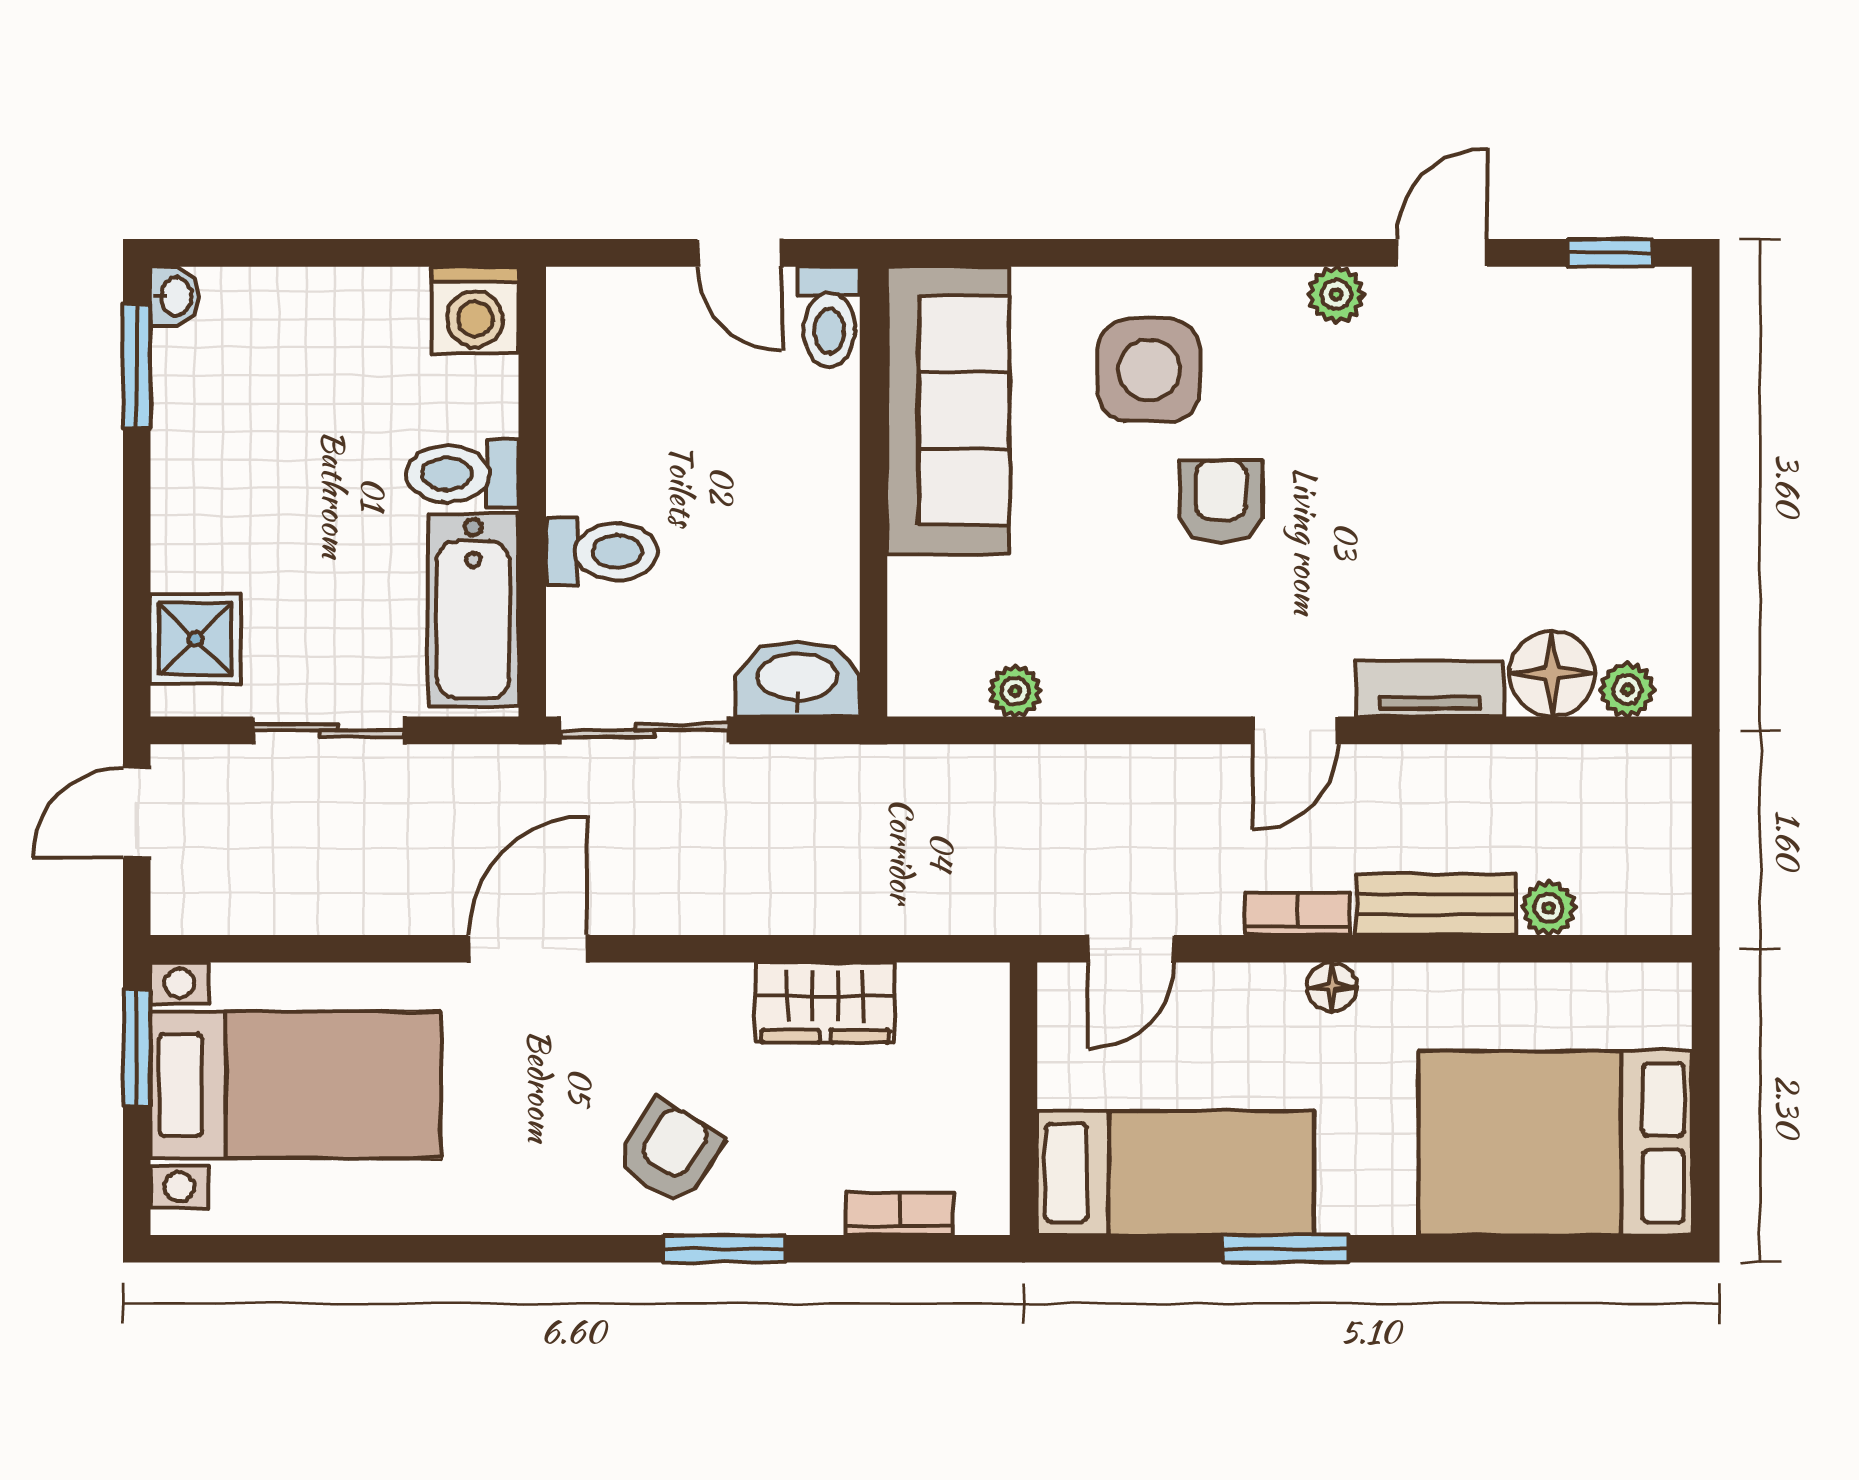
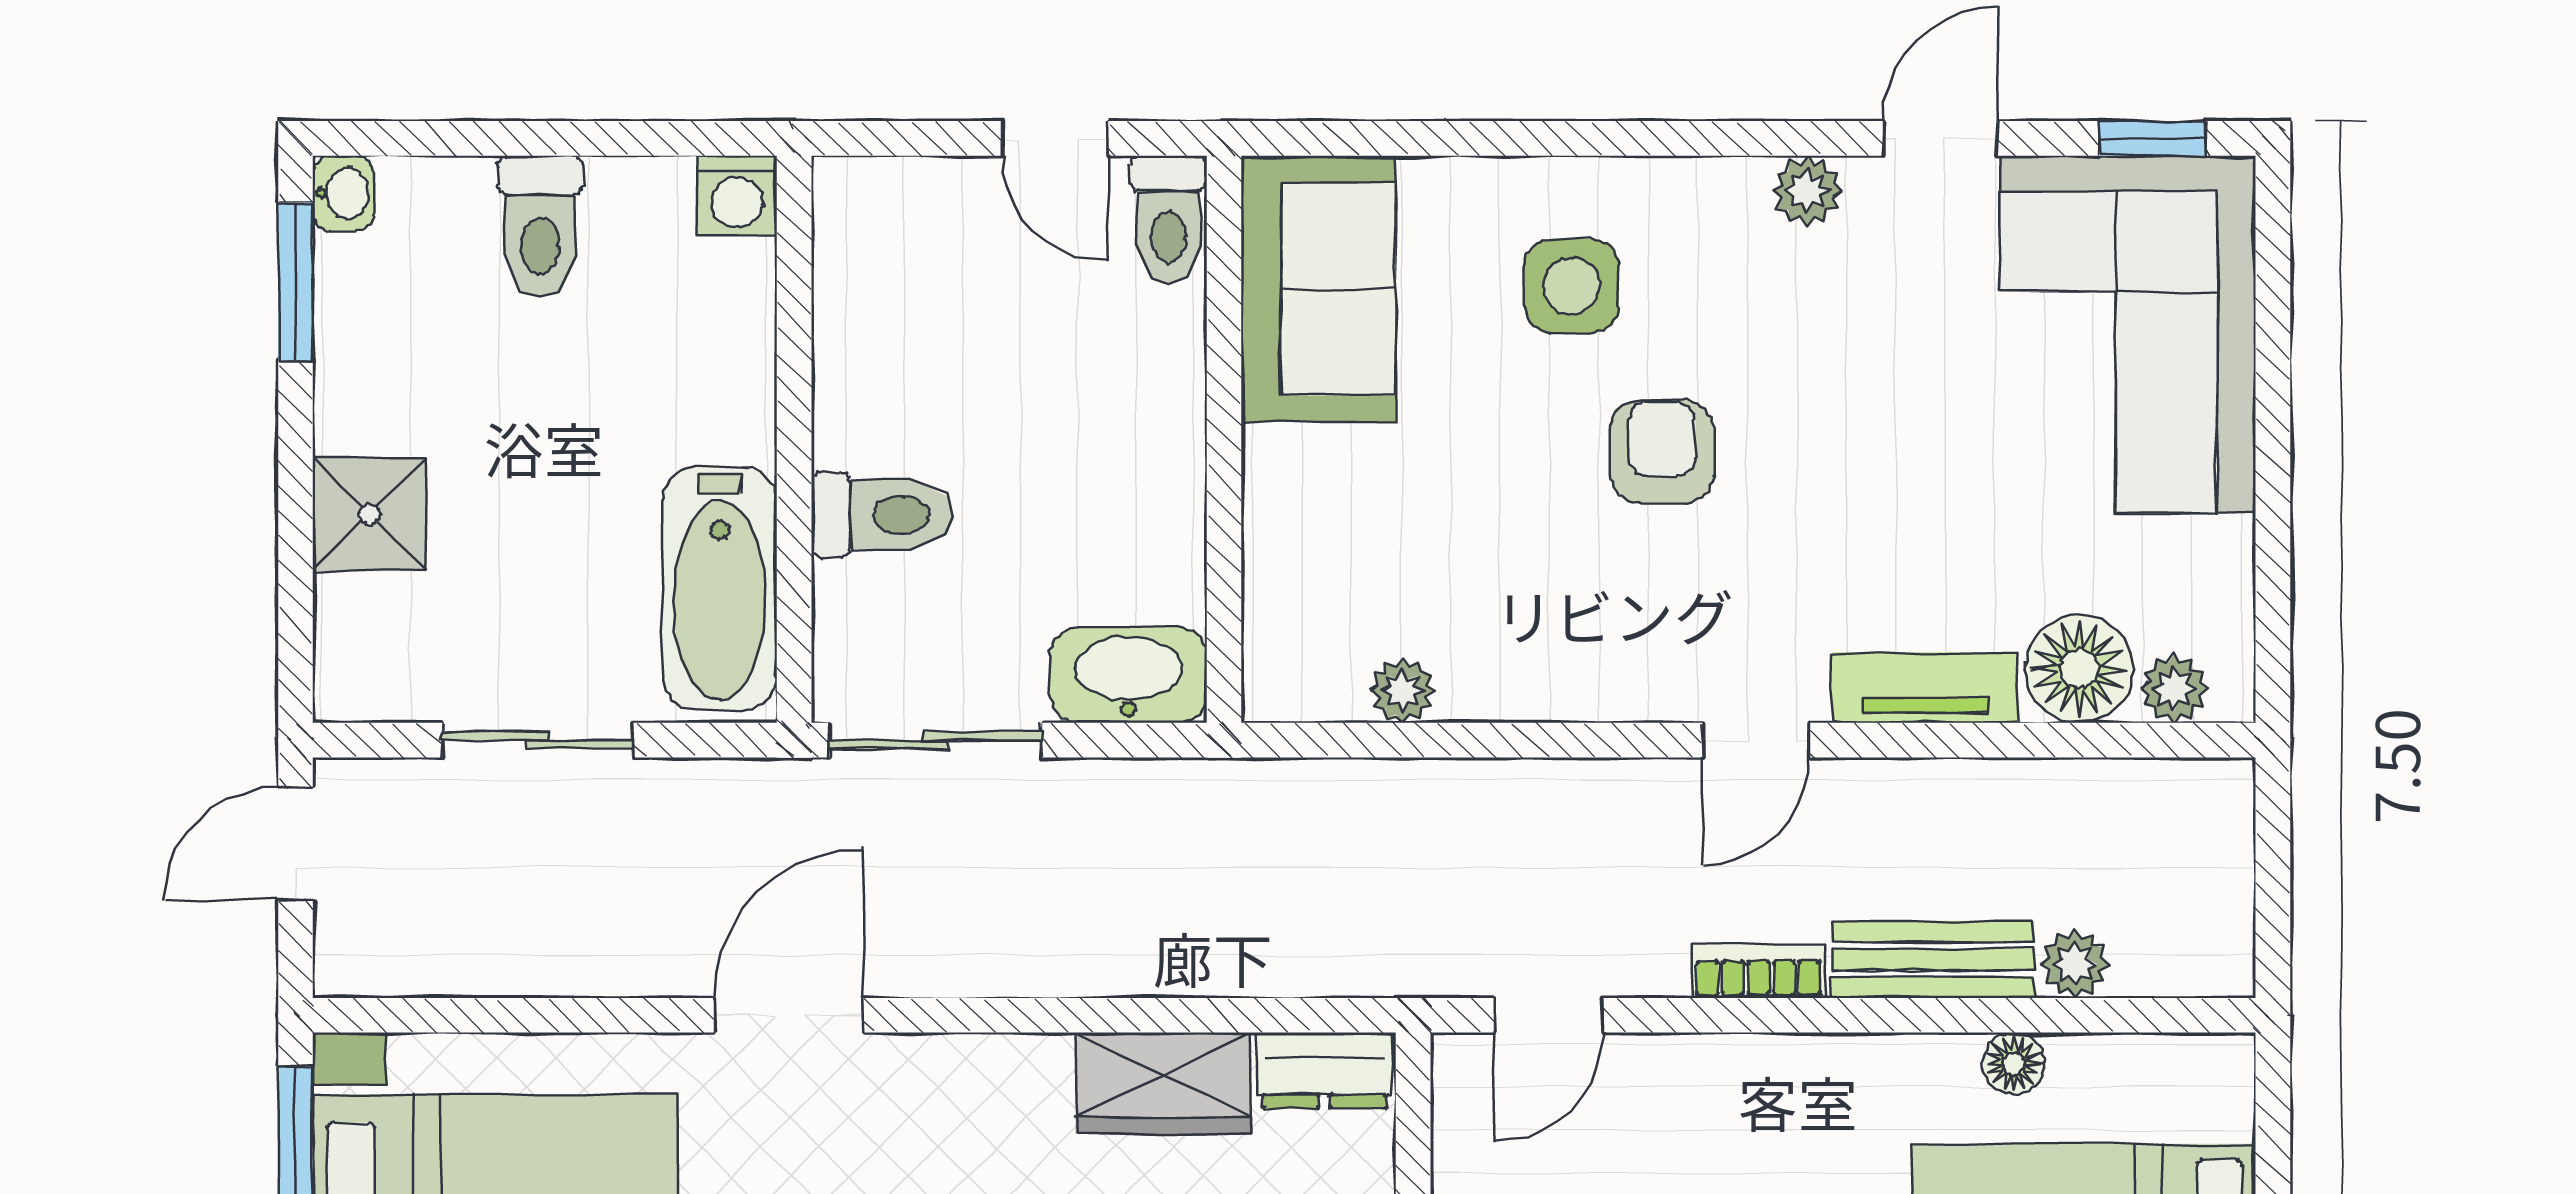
washing machine: (475, 310) -> (737, 196), width x0.73, depth x0.73
side table: (1149, 370) -> (1571, 286), width x0.73, depth x0.73
corner sofa: (1591, 408) -> (2128, 334), added
sofa: (948, 410) -> (1318, 289), width x0.73
toilet: (463, 474) -> (540, 226), moved, turned -90
shower: (195, 639) -> (370, 514), moved
floor lamp: (1332, 987) -> (2014, 1063), moved
dresser: (953, 992) -> (1324, 1070), added

